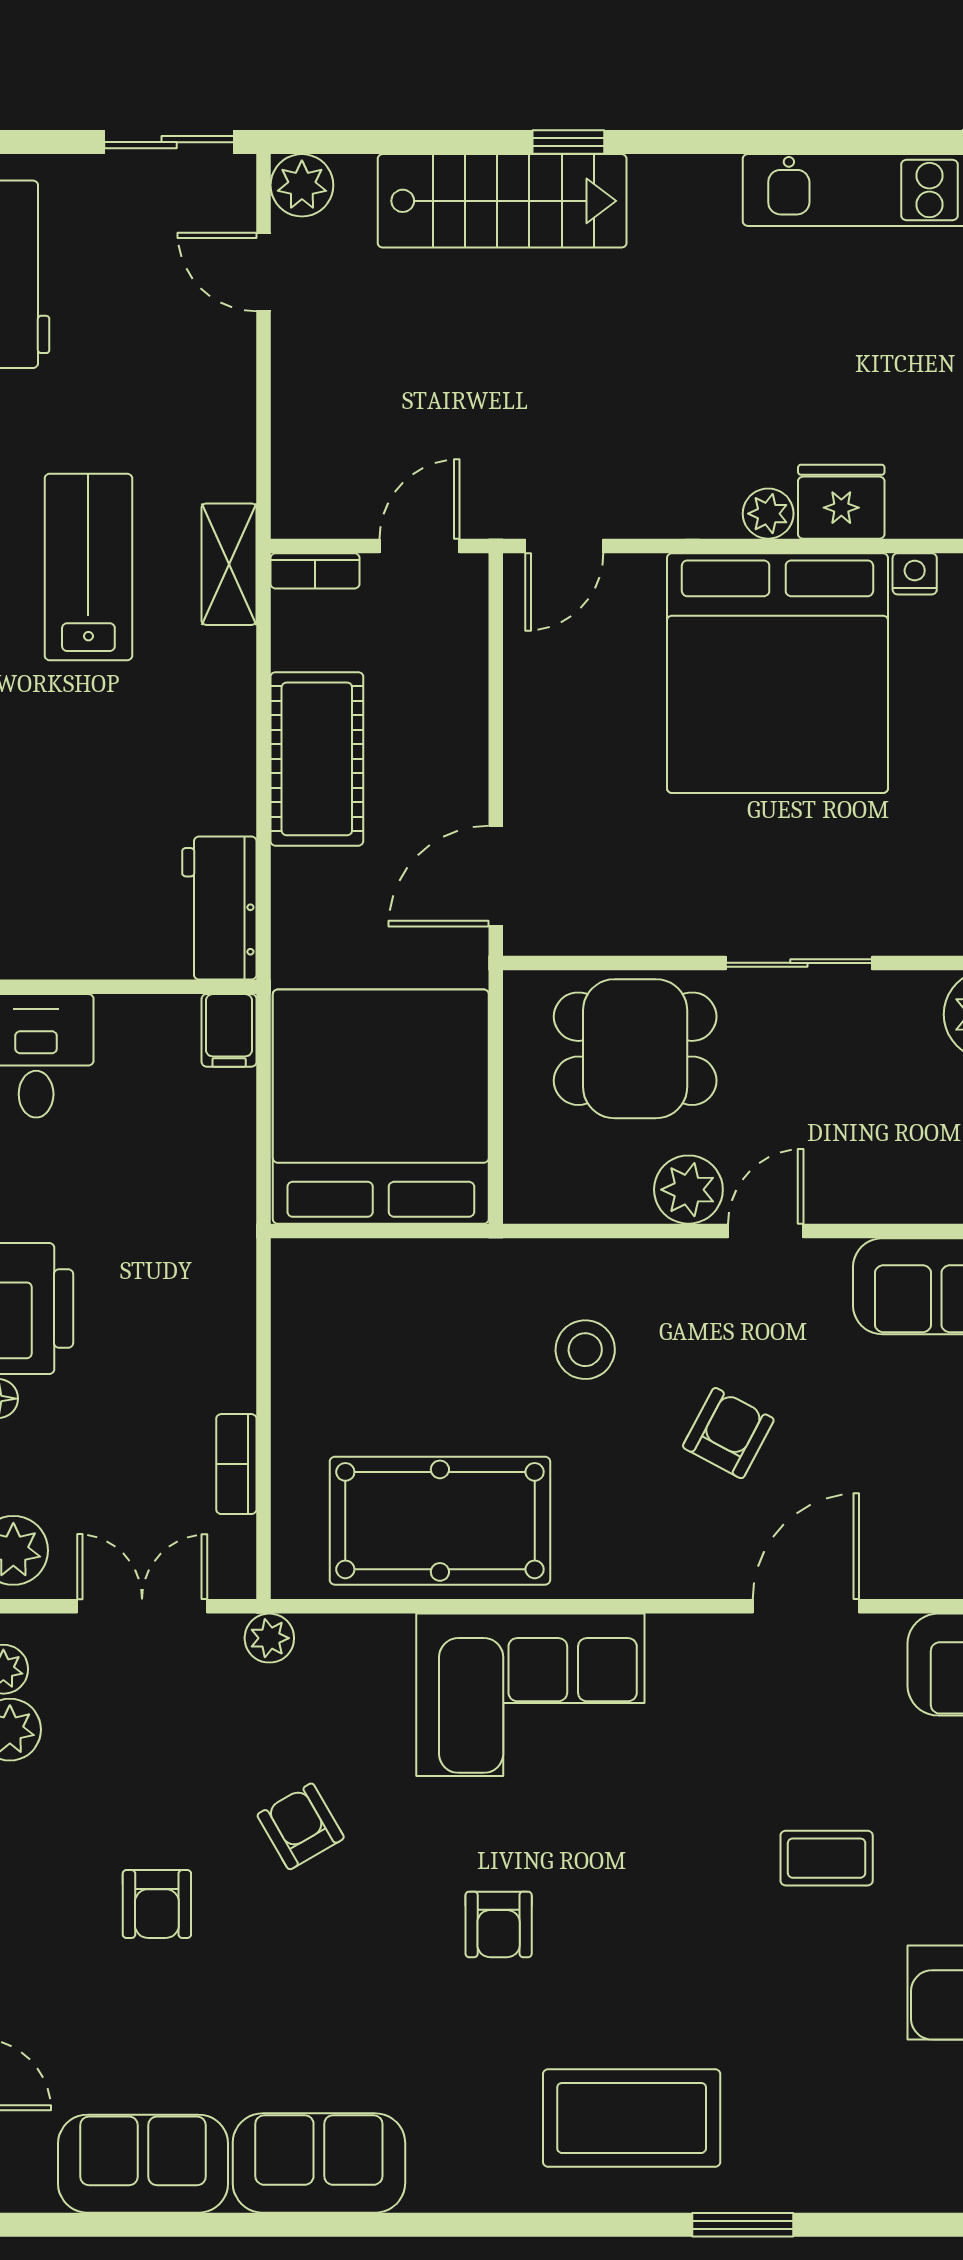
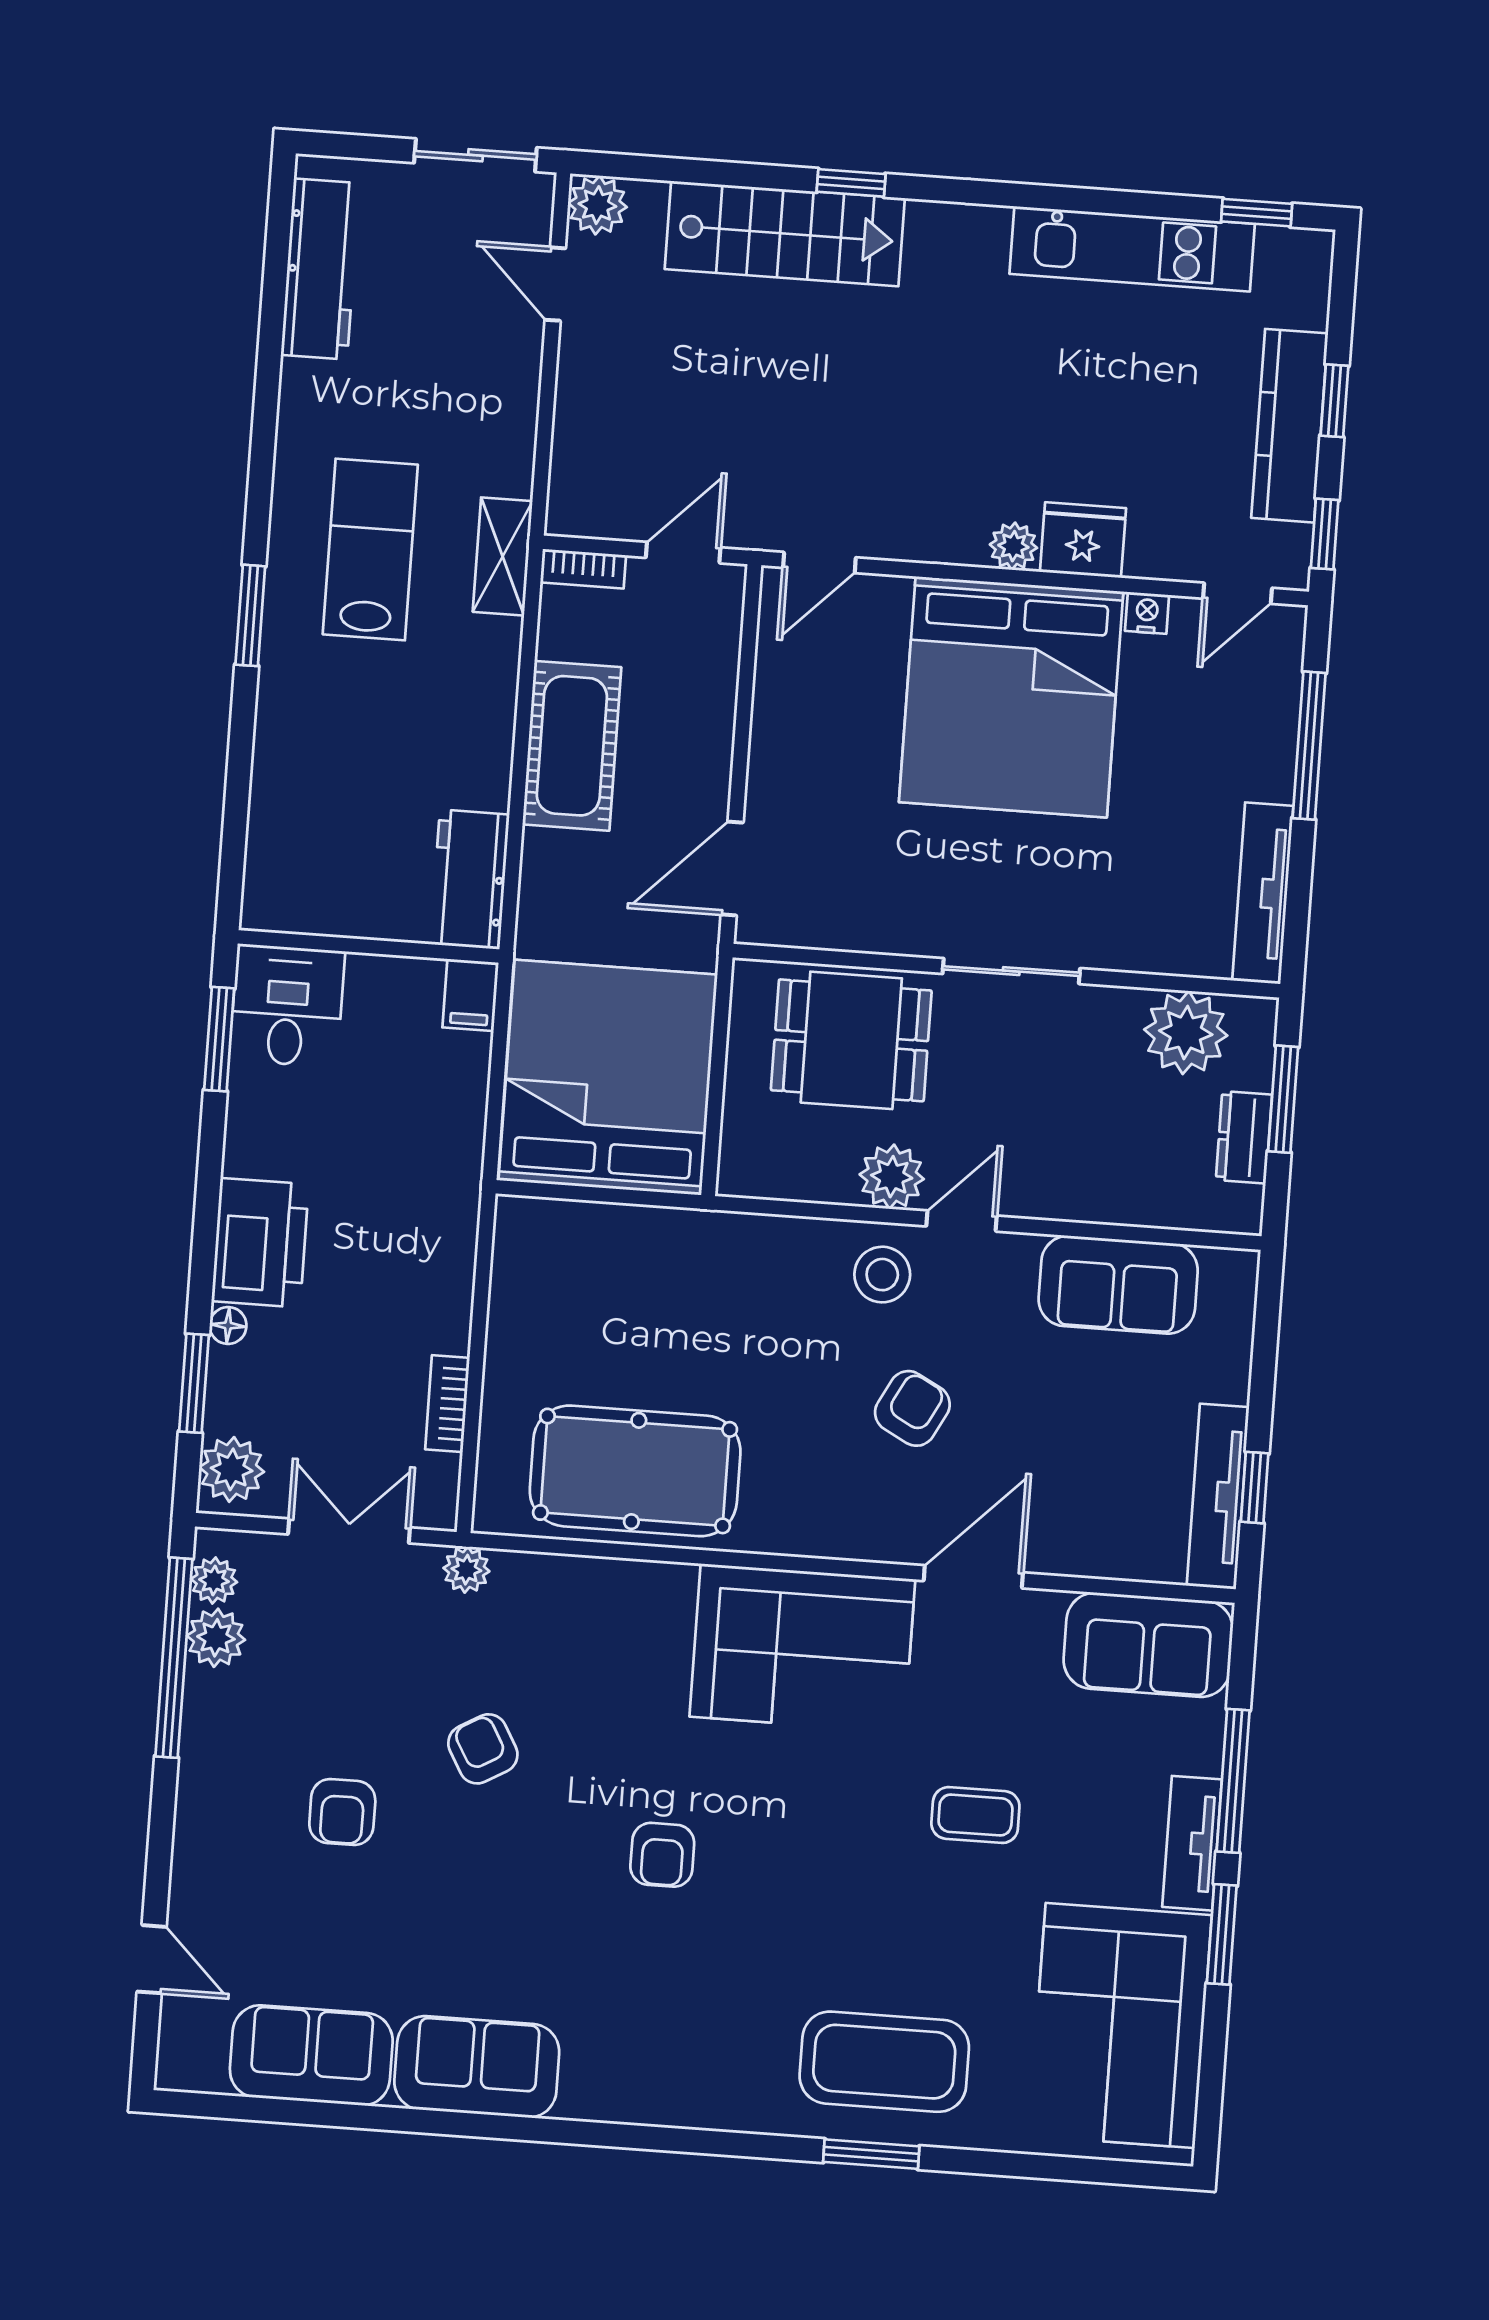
stool: (585, 1350) -> (882, 1275), moved
corner sofa: (530, 1695) -> (802, 1648), moved
coffee table: (632, 2118) -> (884, 2062), moved

